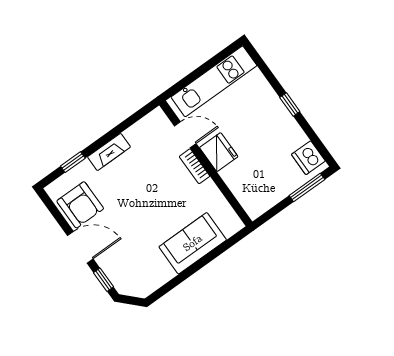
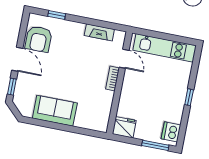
fireplace: (109, 152) -> (99, 32), moved
fridge: (219, 152) -> (124, 127), moved, turned -90
sofa: (193, 243) -> (55, 111), moved

